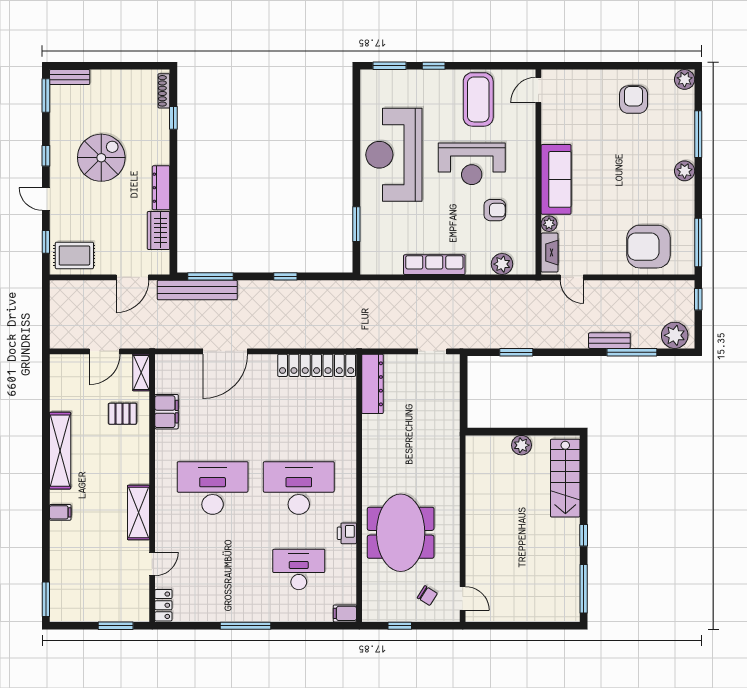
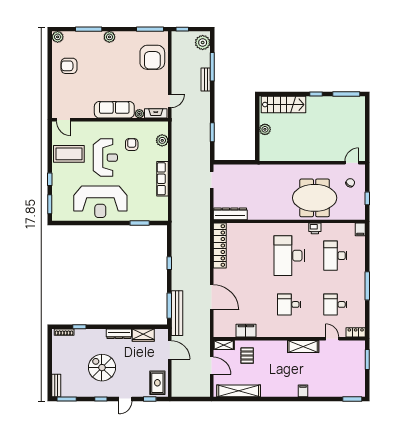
shelving: (60, 451) -> (239, 391), moved
desk: (213, 488) -> (289, 304), width x0.53, depth x0.77
desk: (213, 569) -> (335, 304), added

